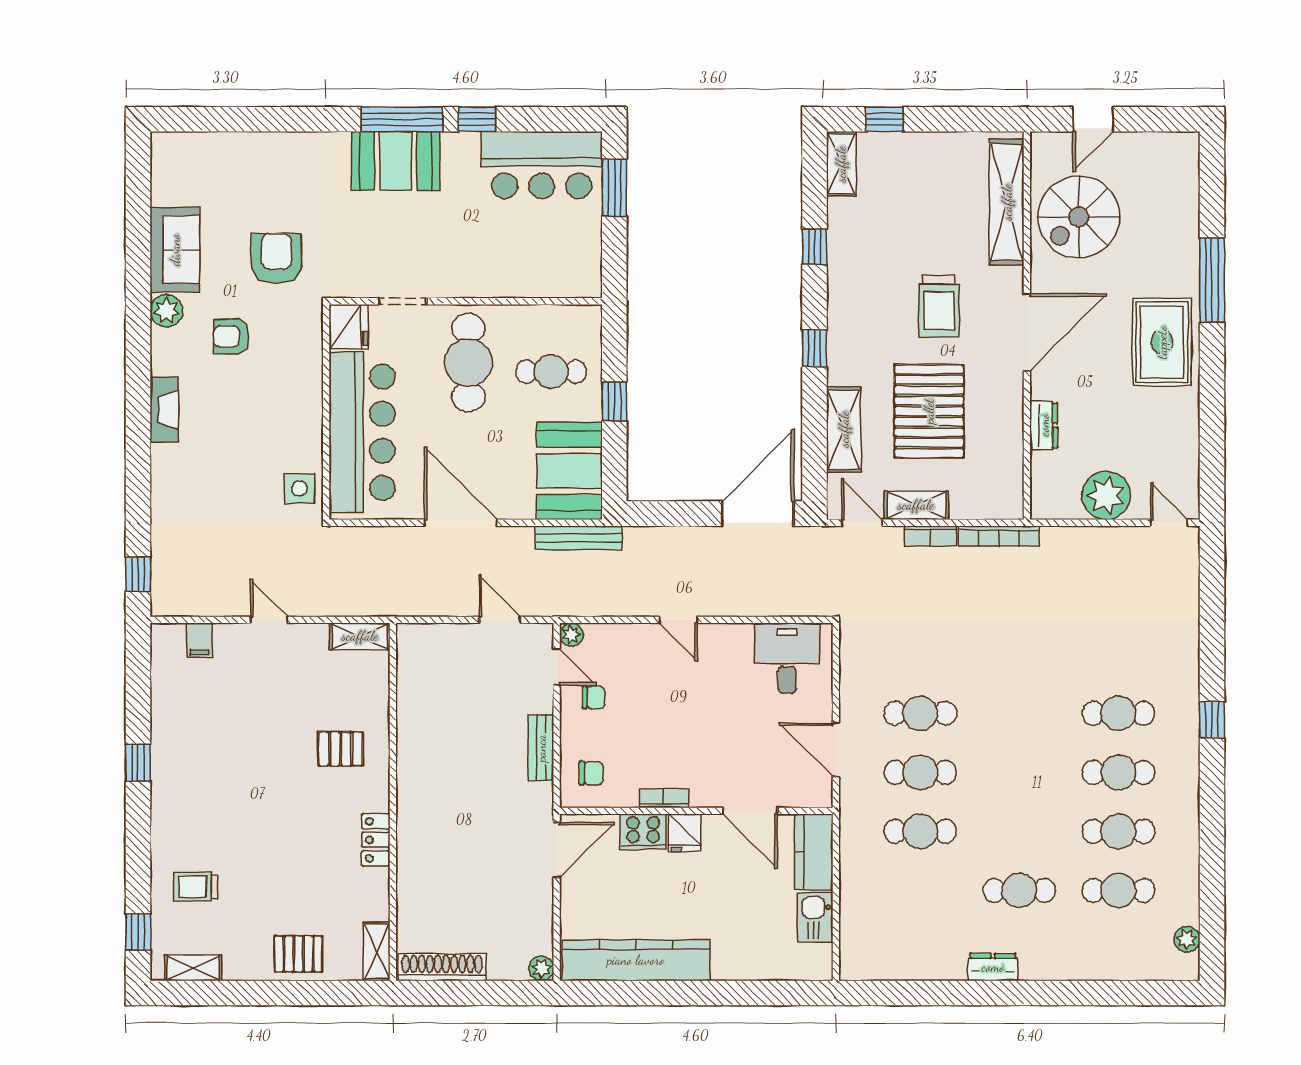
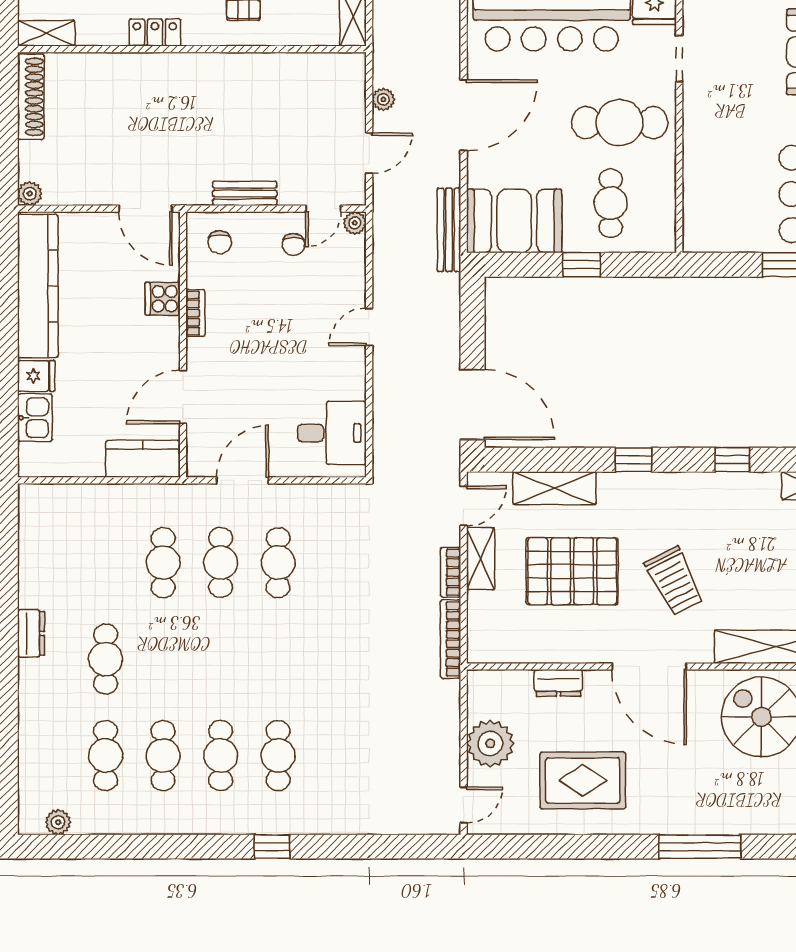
trolley: (939, 306) -> (674, 581), turned -117
rug: (1162, 342) -> (583, 780), moved
plant: (445, 605) -> (383, 99), added
cooker: (643, 832) -> (163, 299), width x0.73
fridge: (685, 833) -> (36, 376), moved, turned 180
kitchen sink: (815, 917) -> (35, 418), moved, turned 90

